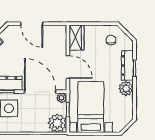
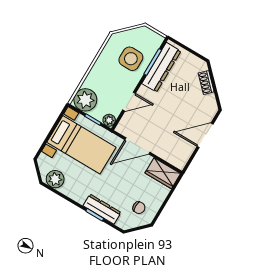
plant: (126, 89) -> (55, 179), moved
door: (40, 92) -> (129, 102), width x0.53

